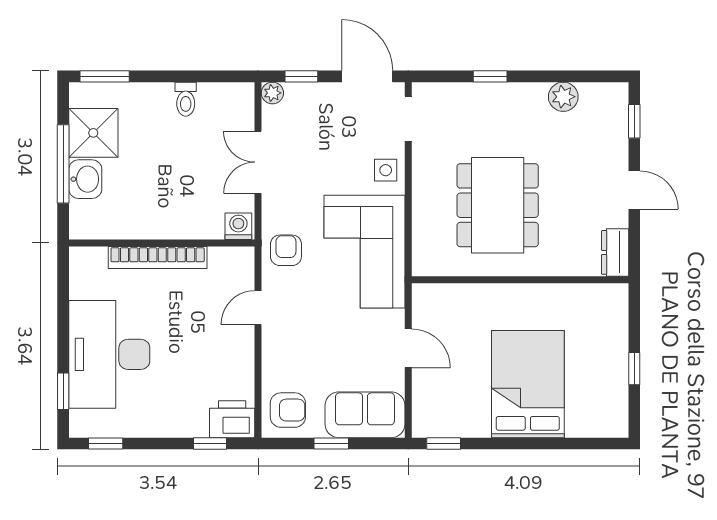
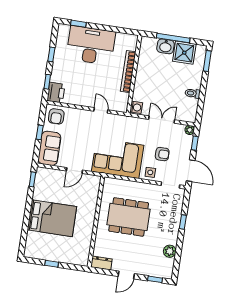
door: (367, 76) -> (191, 171), hinge flipped
armchair: (286, 250) -> (162, 154), moved
window: (106, 444) -> (51, 54), moved

